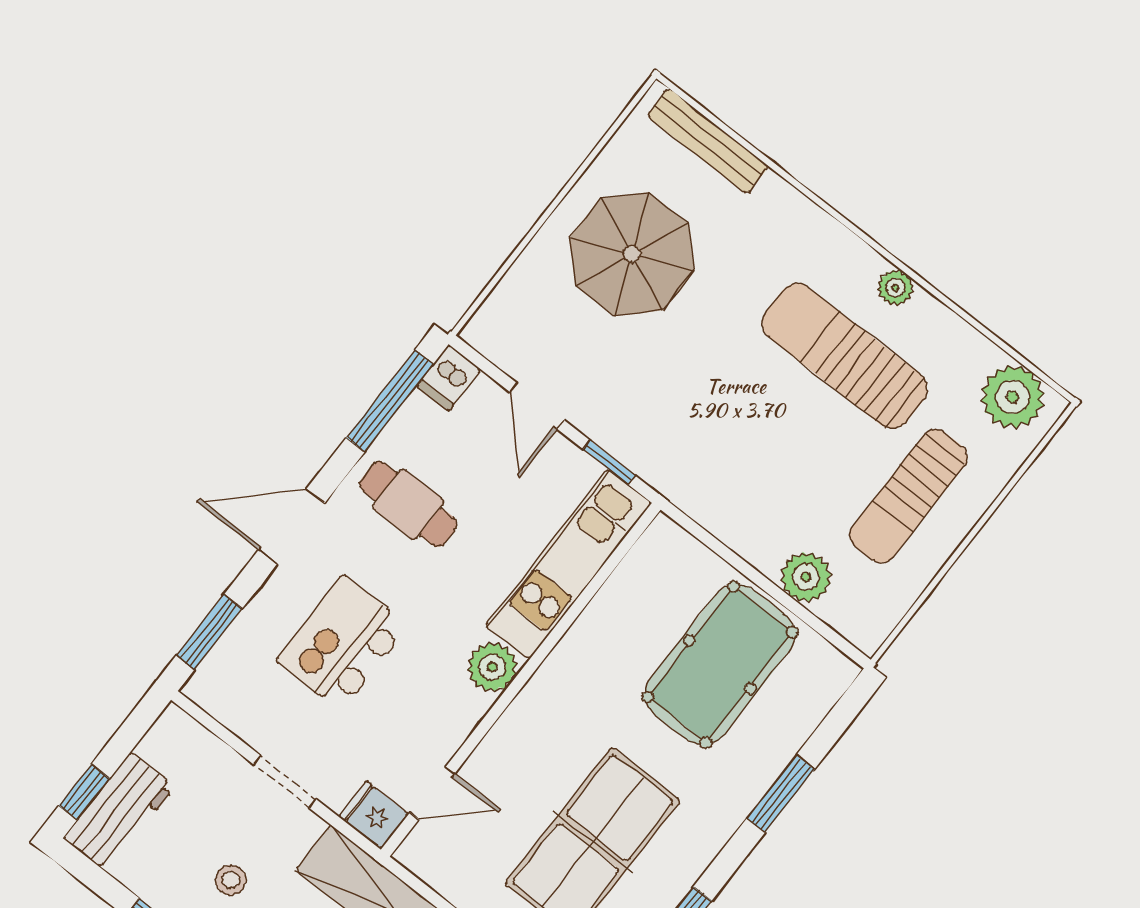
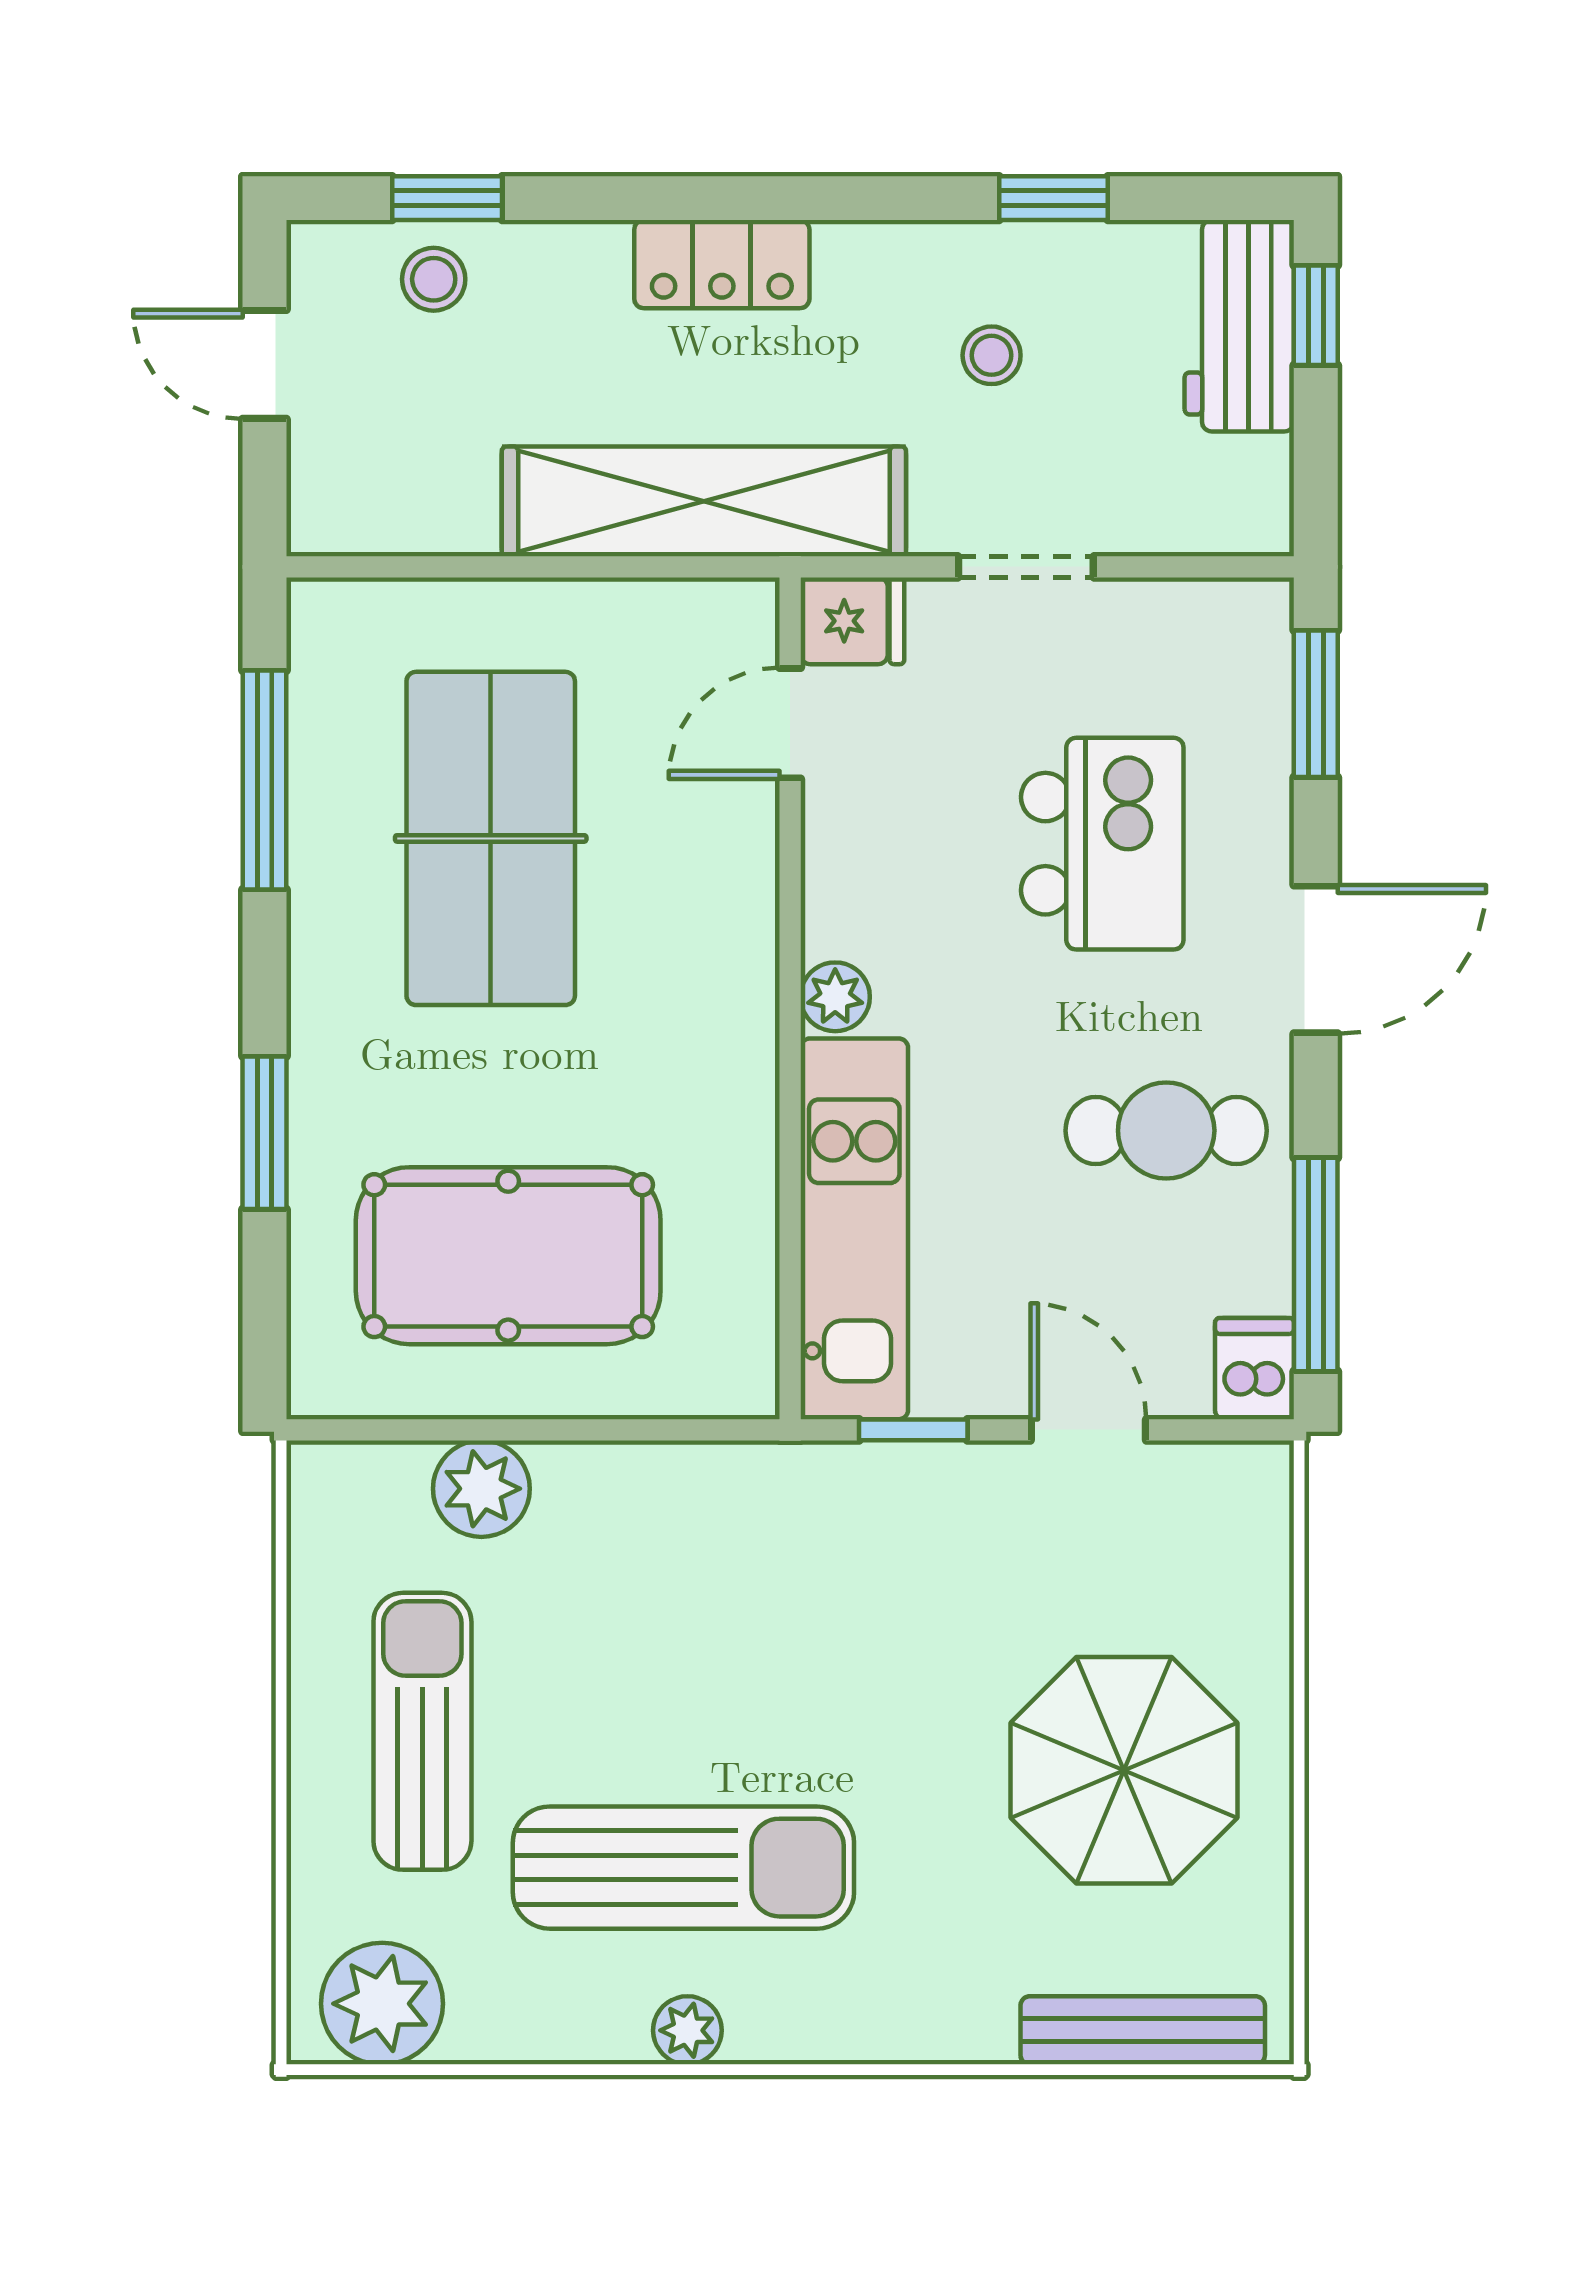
pool table: (720, 665) -> (508, 1256), turned 90
plant: (492, 667) -> (835, 997), width x0.73, depth x0.73

